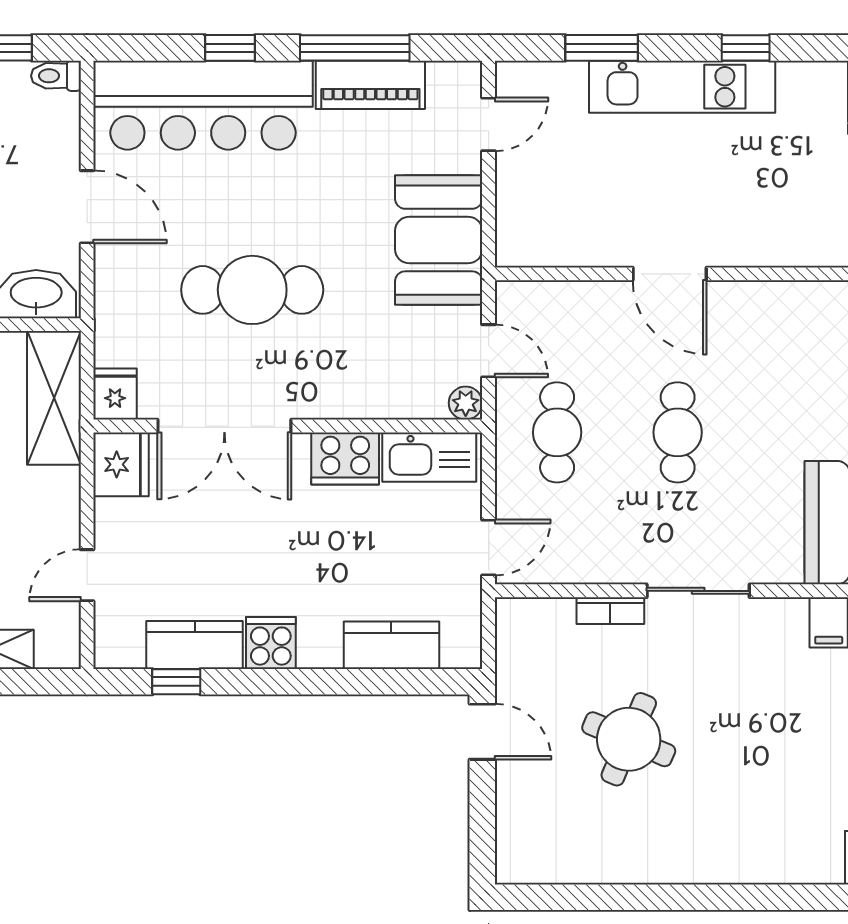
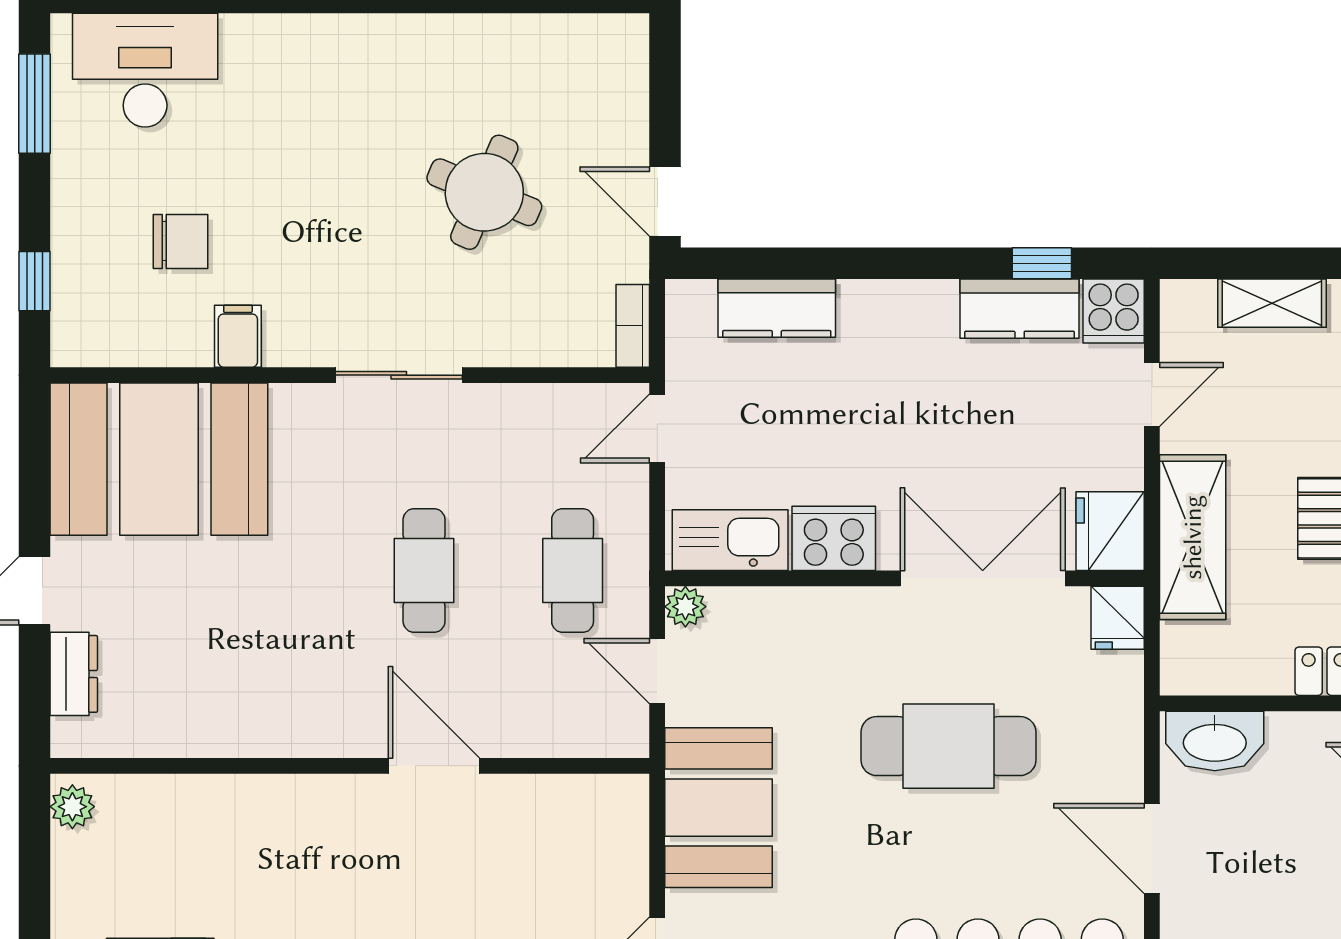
shelving: (54, 398) -> (1193, 537), moved
bookcase: (610, 611) -> (633, 326), moved, turned -90
cooker: (271, 643) -> (1114, 311), moved

